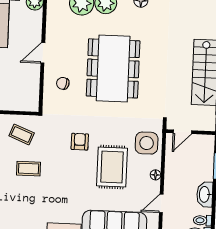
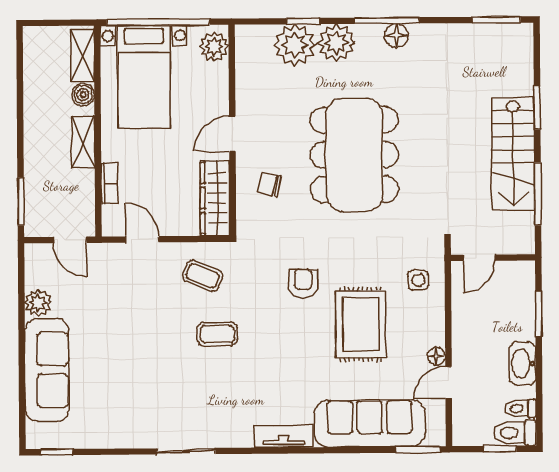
wardrobe: (31, 90) -> (215, 198), added
side table: (147, 143) -> (418, 280), width x0.54, depth x0.54
floor lamp: (155, 175) -> (436, 356), moved

